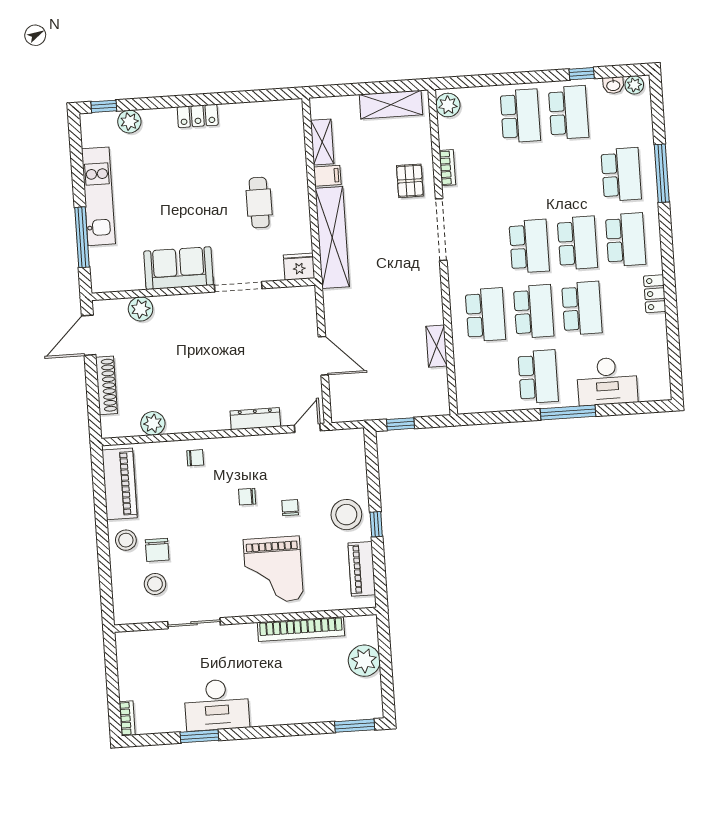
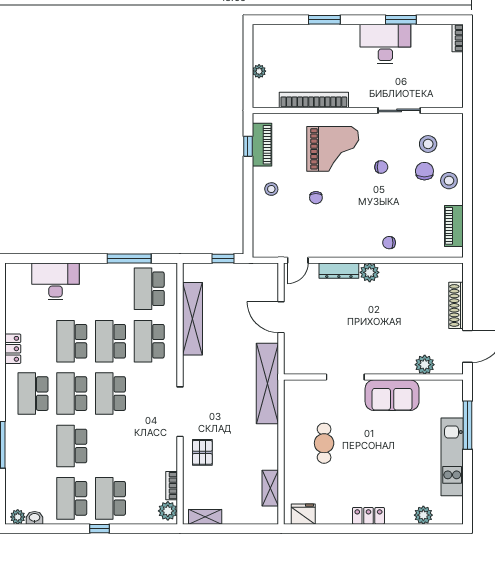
window: (582, 74) -> (100, 529), moved
shelving: (391, 105) -> (205, 517), width x0.67, depth x0.75
window: (104, 106) -> (443, 529), removed
bookcase: (447, 168) -> (172, 486), moved
school desk: (621, 174) -> (72, 446), moved
filing cabinet: (327, 176) -> (268, 461), removed
shelving: (332, 237) -> (267, 383), moved
fridge: (299, 267) -> (303, 514), moved, turned 180
shelving: (437, 346) -> (193, 319), width x2.20, depth x1.33
school desk: (538, 377) -> (149, 289), moved
window: (568, 413) -> (129, 259), moved
plant: (153, 423) -> (370, 272), moved
piano: (120, 484) -> (454, 226), width x0.73, depth x0.75
chair: (247, 497) -> (381, 167), moved
stool: (346, 515) -> (271, 189), width x0.53, depth x0.53
window: (376, 524) -> (248, 146), moved
grand piano: (273, 570) -> (333, 149), turned 90
plant: (364, 661) -> (259, 71), width x0.53, depth x0.53
window: (355, 726) -> (324, 20), moved

